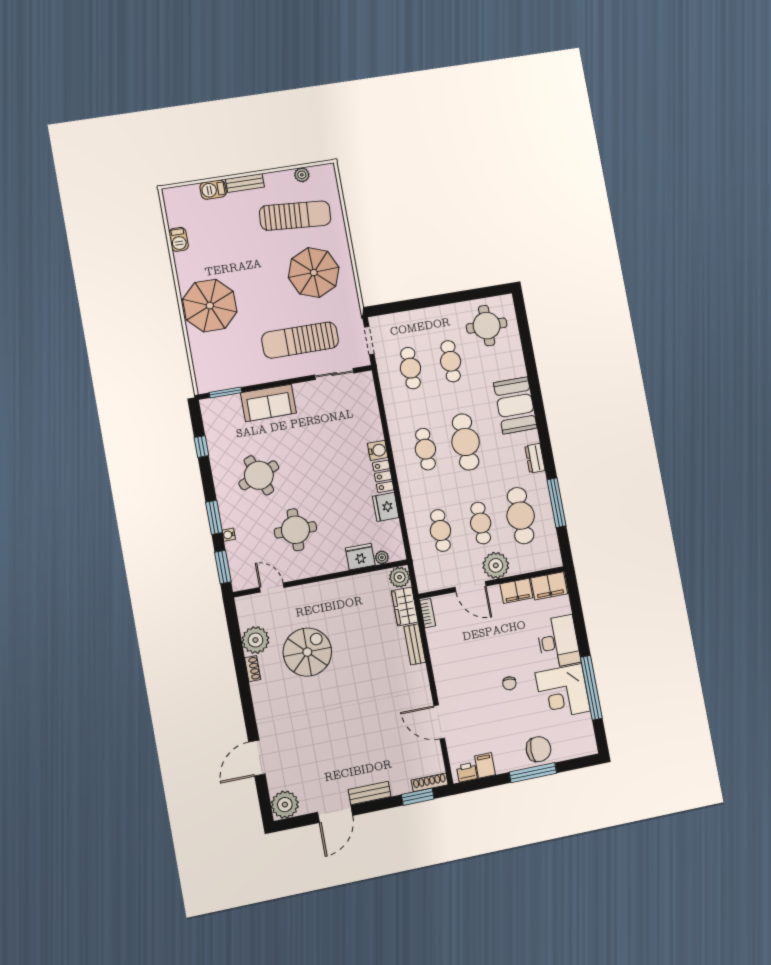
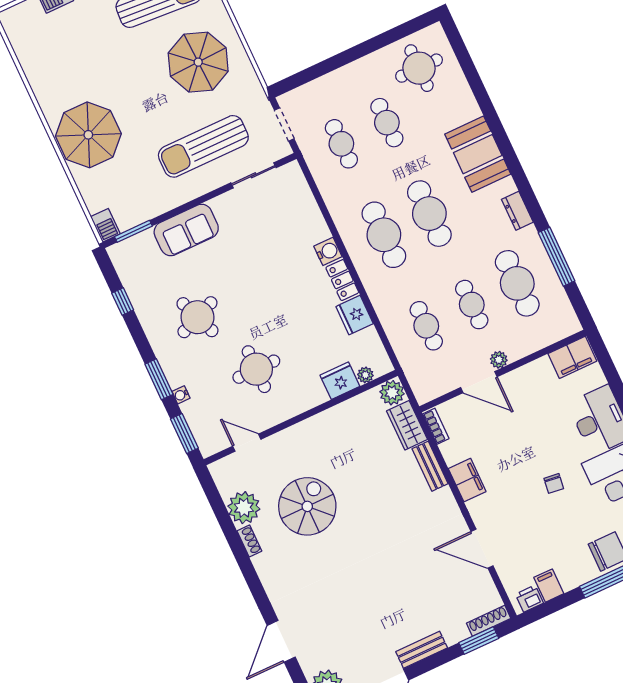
barbecue: (179, 239) -> (105, 225), moved
cafe table: (425, 449) -> (384, 235), width x1.37, depth x1.35
plant: (496, 565) -> (499, 360), width x0.53, depth x0.53
filing cabinet: (516, 591) -> (467, 480), moved, turned -90

